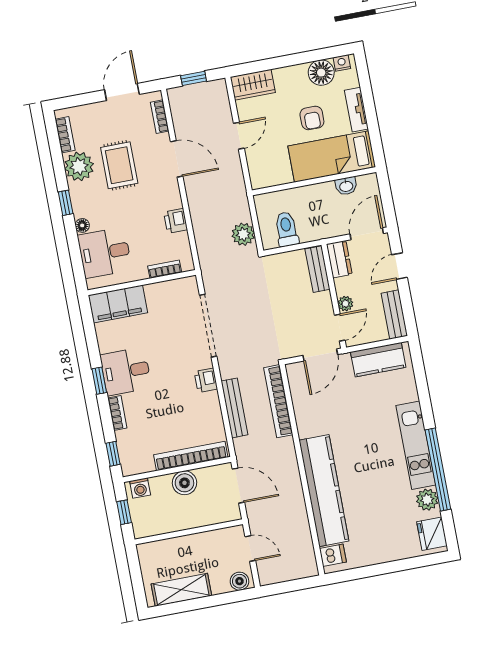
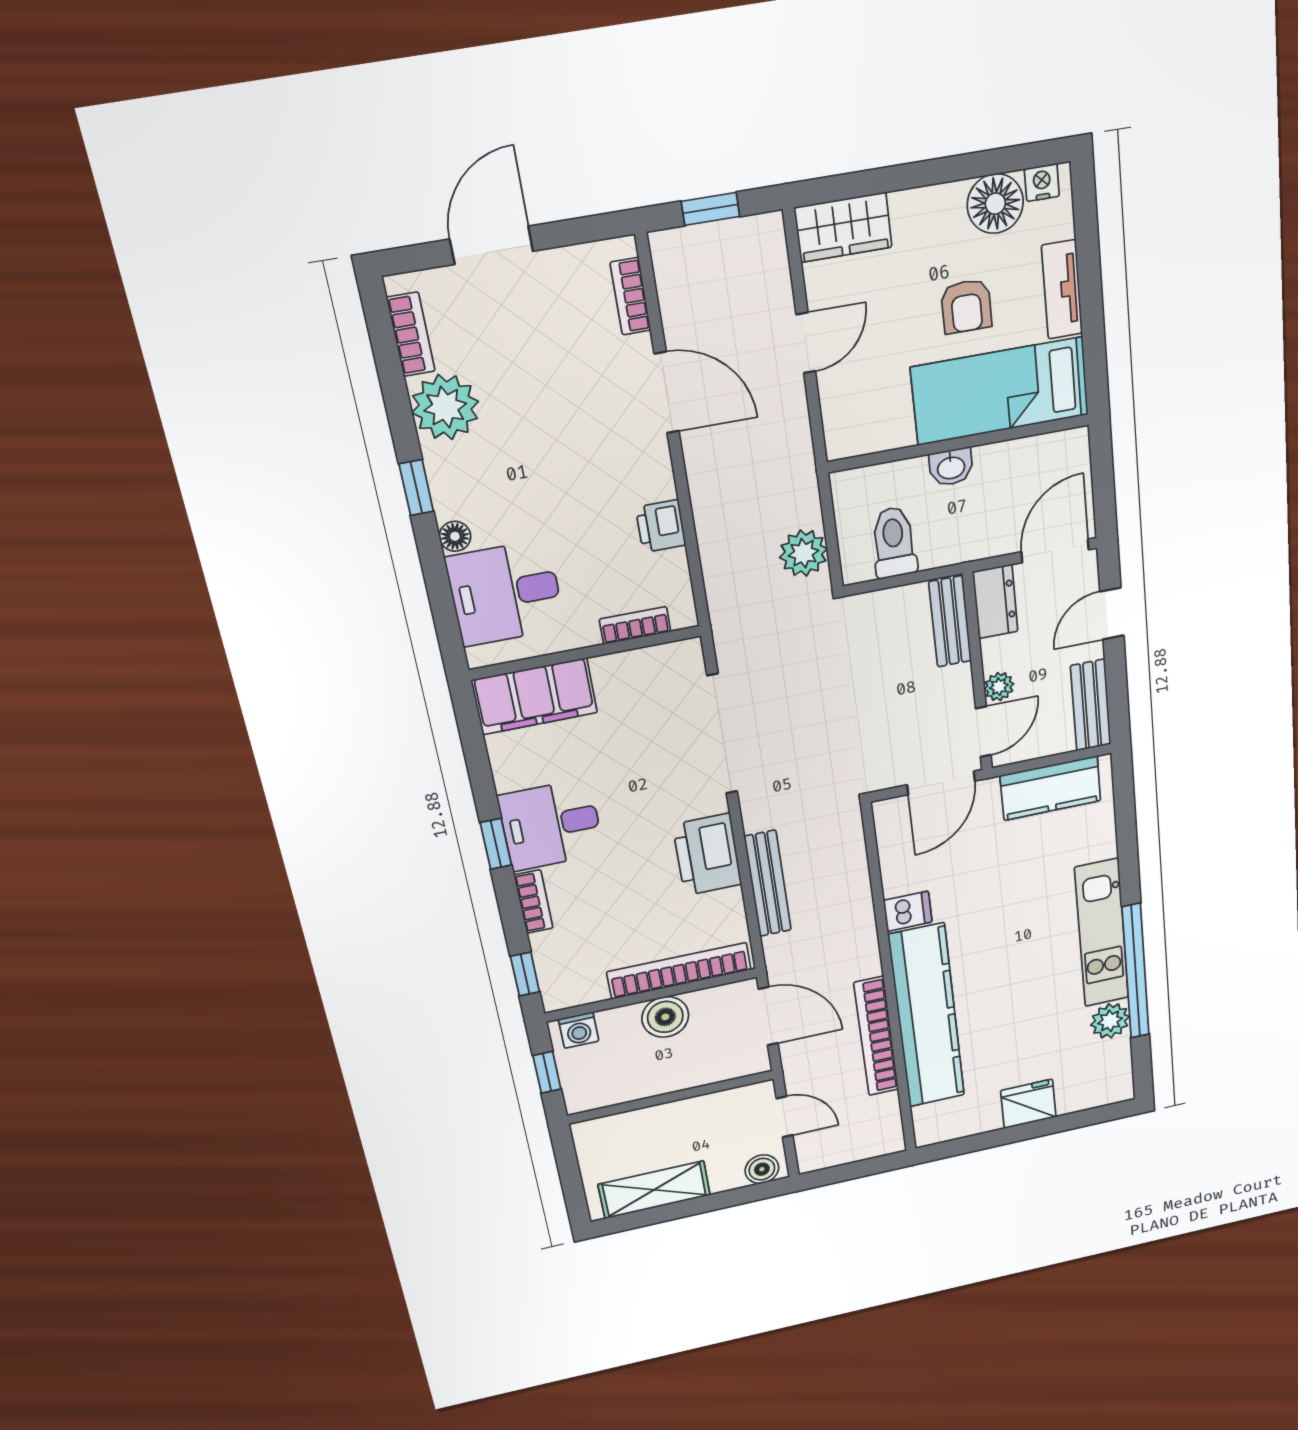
door: (122, 92) -> (491, 245), moved
rug: (119, 165) -> (537, 405), removed
washbasin: (346, 186) -> (951, 467), moved
printer: (206, 380) -> (707, 855), width x1.87, depth x1.48
bookcase: (278, 401) -> (876, 1036), moved
fridge: (432, 534) -> (1028, 1104), moved, turned 90
dishwasher: (333, 555) -> (908, 911), moved

